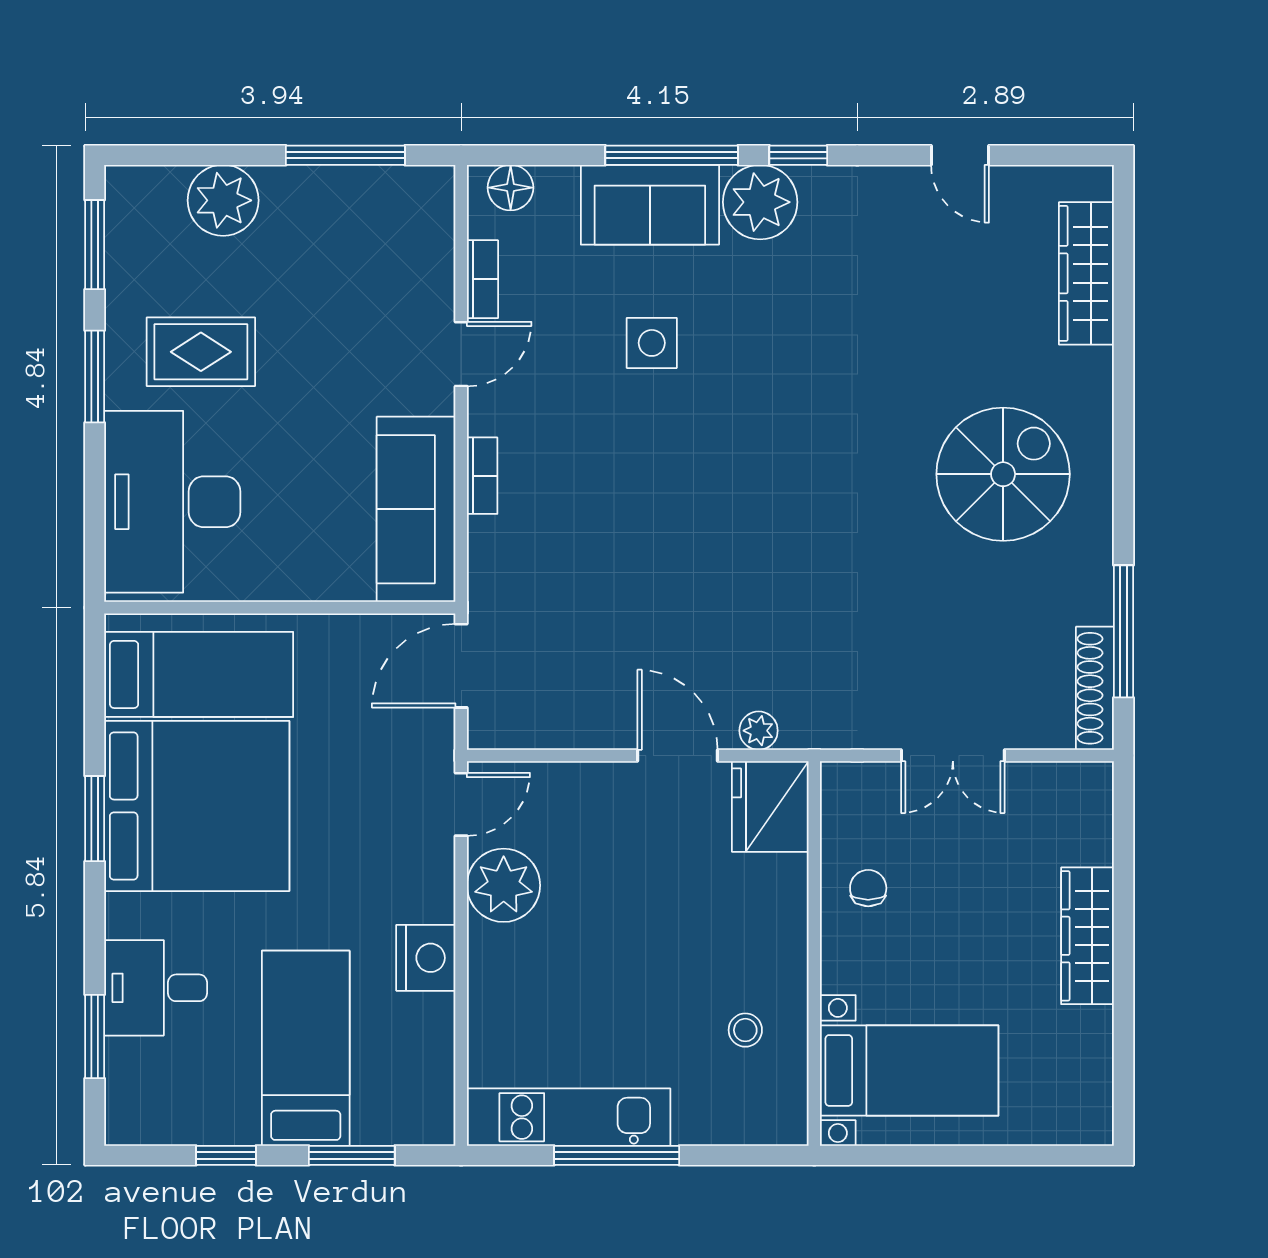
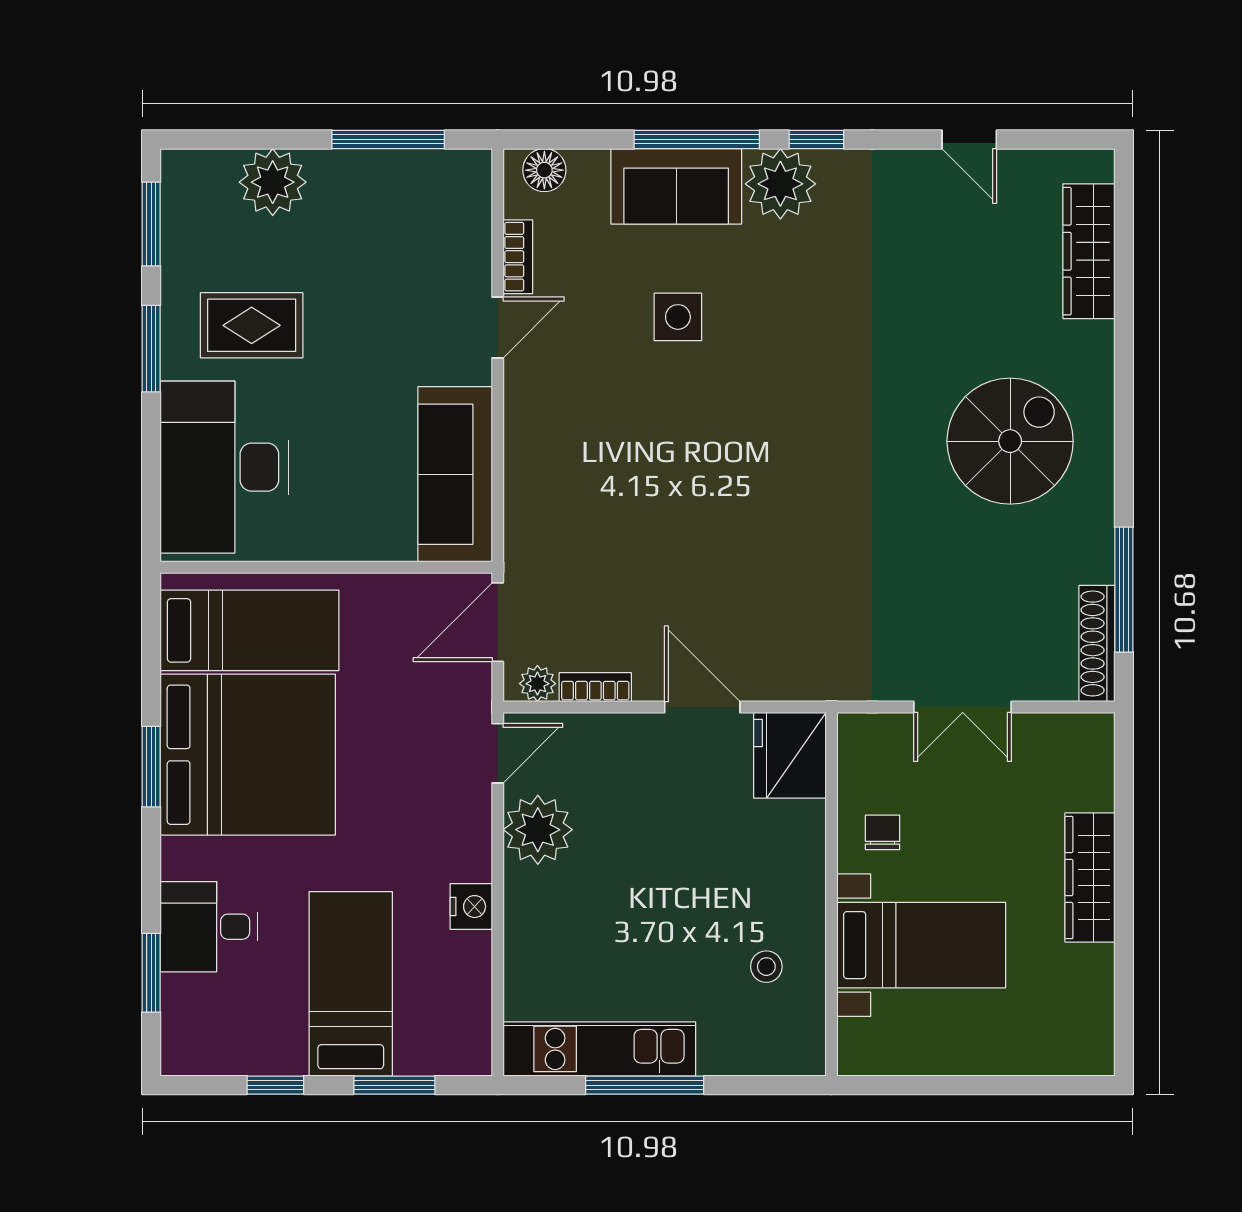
bookcase: (482, 476) -> (595, 687), moved, turned -90
plant: (759, 731) -> (537, 684), moved
nightstand: (426, 958) -> (471, 907), width x0.74, depth x0.75
bed with nightstands: (909, 1070) -> (921, 945), moved

